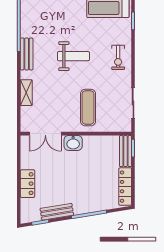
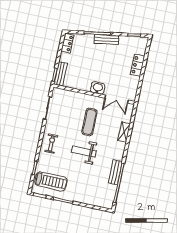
bench: (27, 54) -> (115, 172), moved
exercise mat: (88, 108) -> (89, 122), moved
double door: (45, 134) -> (117, 99), swing flipped
locker: (125, 187) -> (67, 43), width x0.66
bench: (57, 212) -> (106, 39), moved

